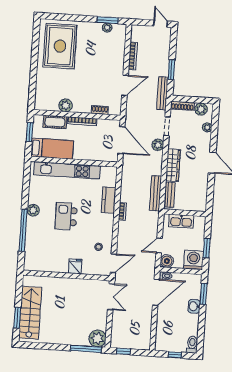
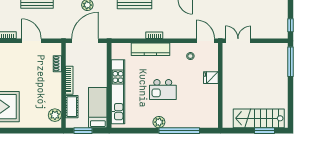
plant: (66, 105) -> (55, 115), moved
kitchen counter: (109, 200) -> (151, 49), width x1.50
plant: (97, 338) -> (280, 51), removed

